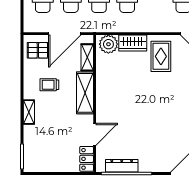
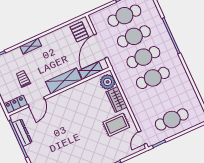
door: (65, 34) -> (101, 46), hinge flipped
trolley: (49, 85) -> (23, 79), moved
door: (95, 134) -> (36, 102), hinge flipped

